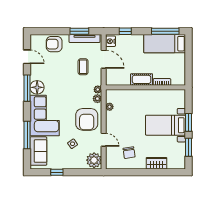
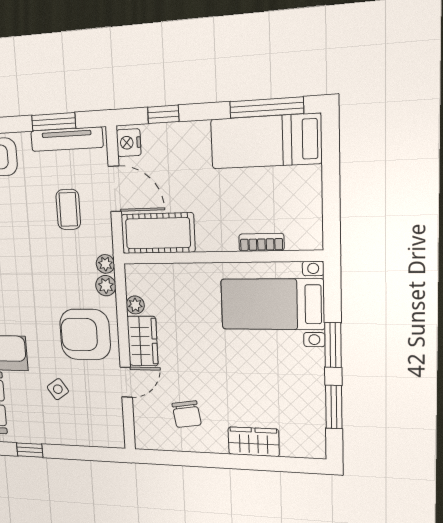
cot: (142, 79) -> (158, 233), moved, width x1.37, depth x1.34
armchair: (87, 119) -> (85, 334), turned 90
wardrobe: (112, 122) -> (143, 341), added
bed with nightstands: (165, 125) -> (272, 304), moved
door: (104, 140) -> (126, 382), hinge flipped
plant: (94, 160) -> (107, 428), removed

